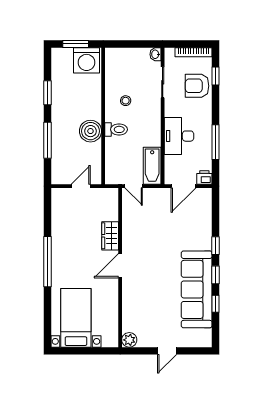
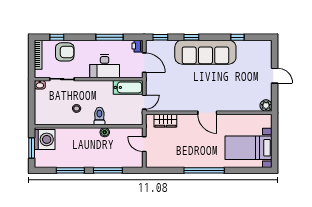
armchair: (197, 86) -> (65, 52), turned -90
window: (47, 93) -> (70, 170), width x1.44
boiler: (90, 131) -> (105, 132), width x0.54, depth x0.54
wardrobe: (110, 236) -> (165, 121), moved
window: (216, 275) -> (160, 37), moved
sofa: (197, 289) -> (205, 52), moved

